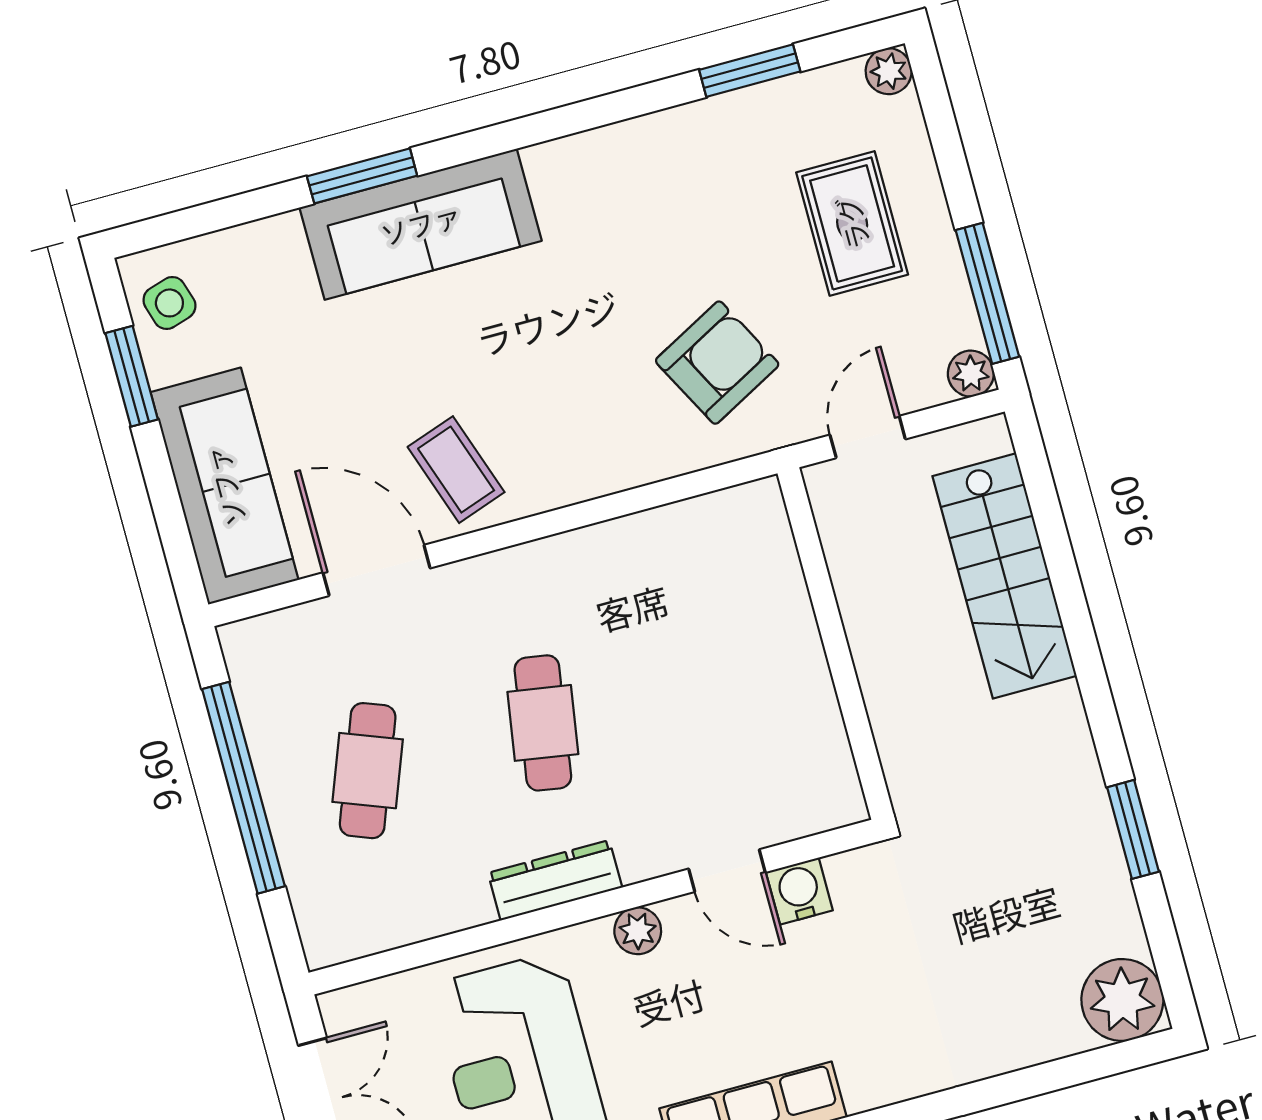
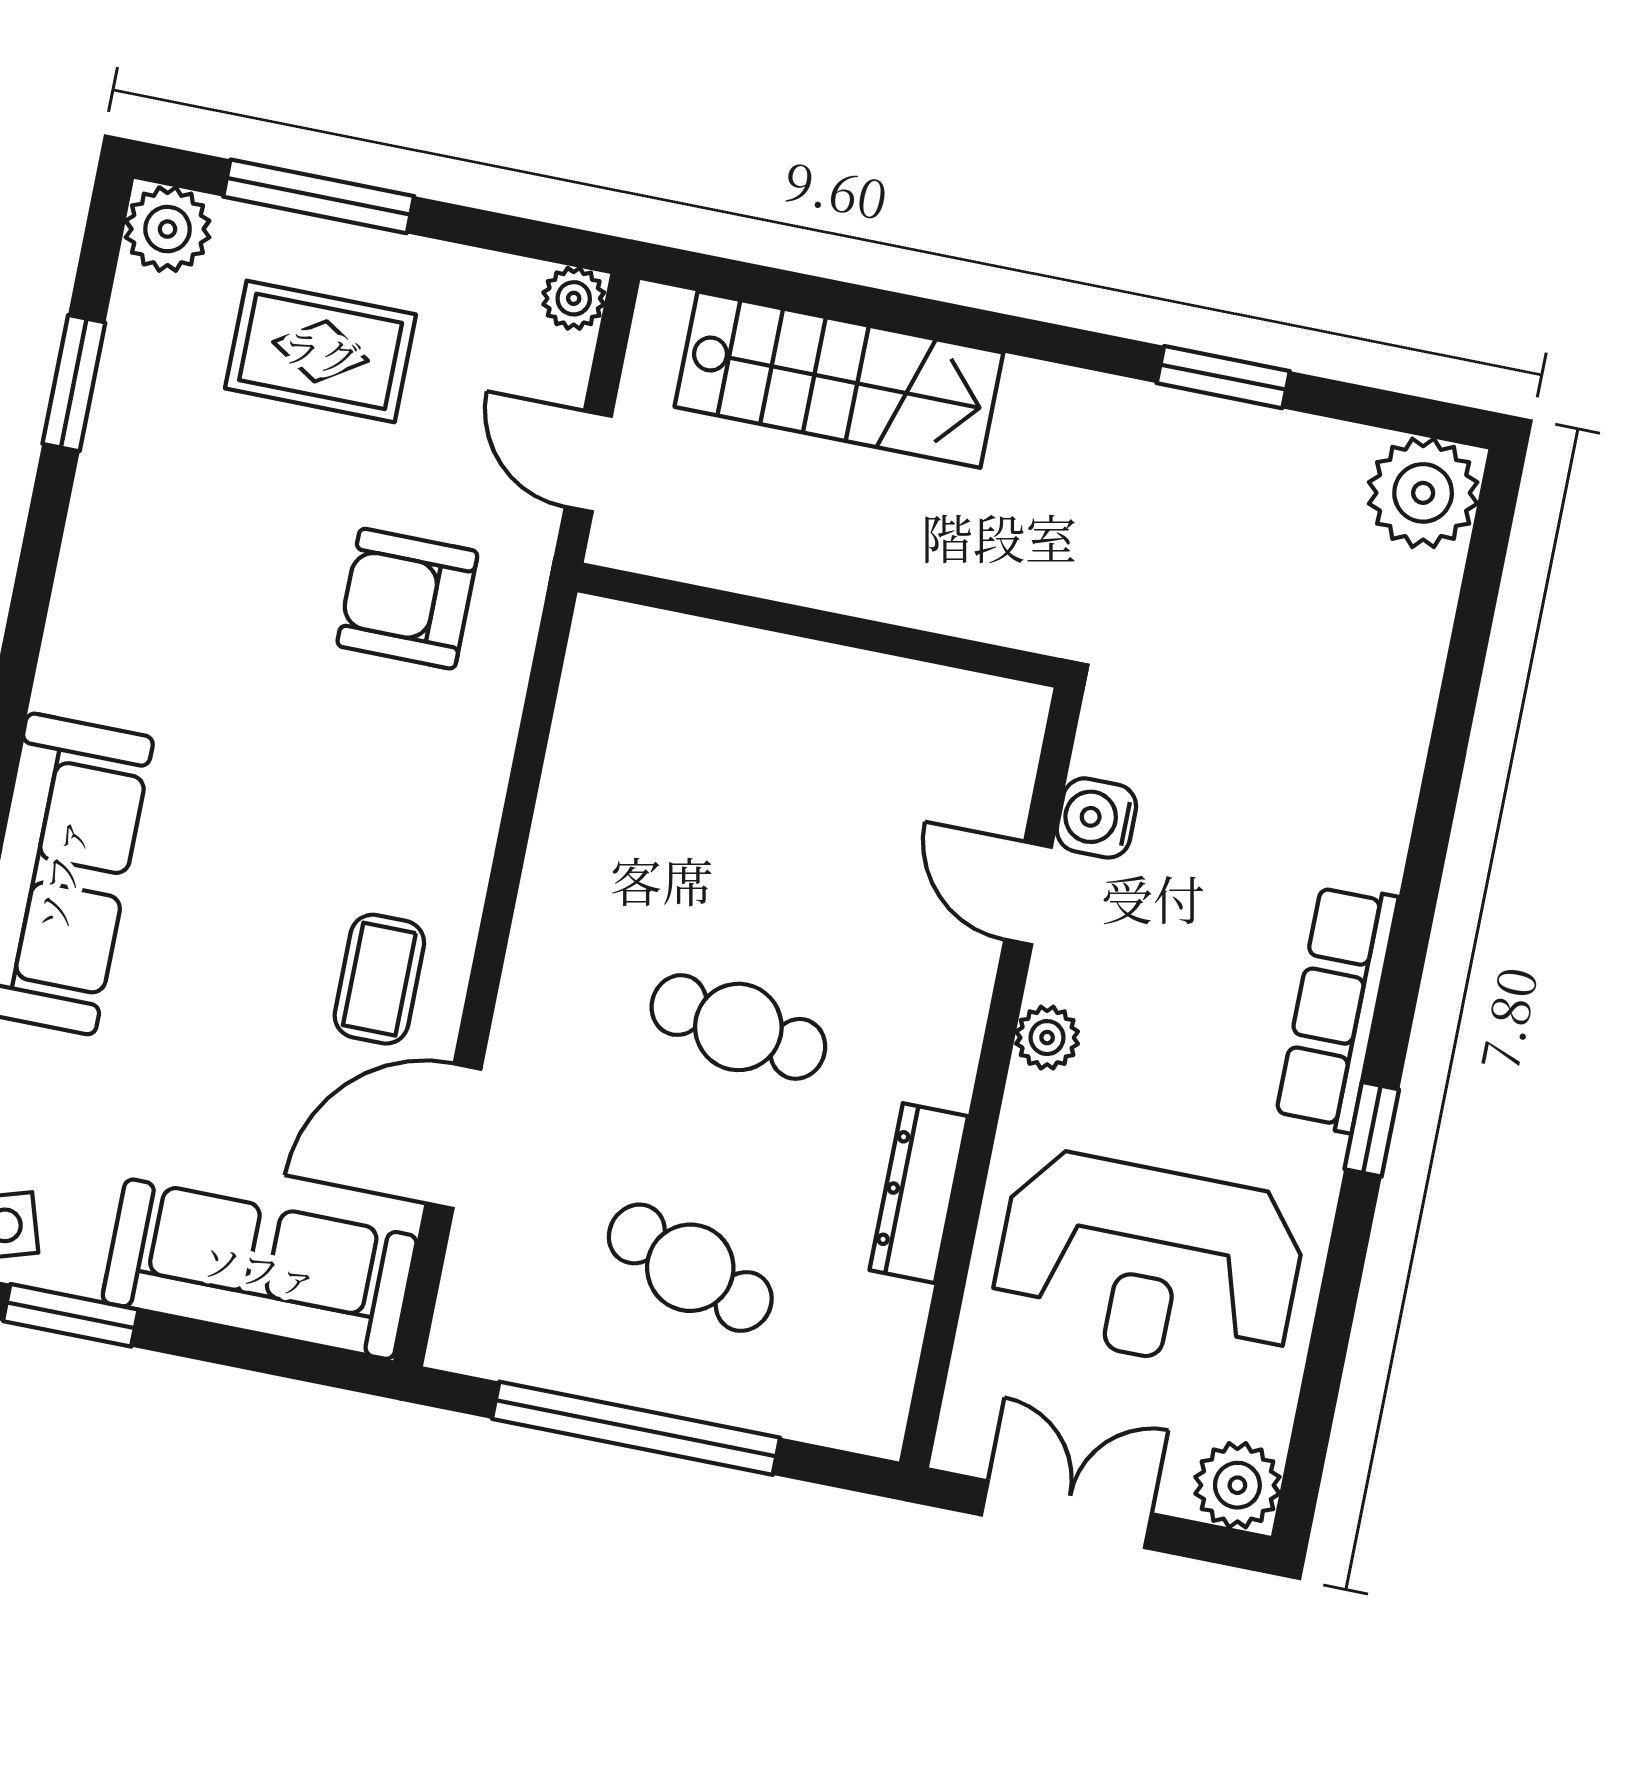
plant: (889, 71) -> (168, 229), width x1.38, depth x1.38
window: (987, 293) -> (319, 196), moved
armchair: (717, 363) -> (407, 599), turned -62
coffee table: (456, 470) -> (379, 979), turned -71
door: (727, 871) -> (1028, 893), swing flipped
dresser: (555, 880) -> (919, 1193), moved

